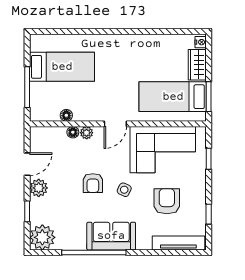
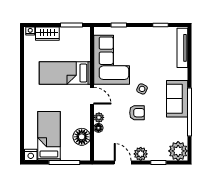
nightstand: (37, 43) -> (31, 155), added
bed: (173, 97) -> (65, 73), moved, turned 90
floor lamp: (66, 115) -> (82, 137), width x1.89, depth x1.89
armchair: (167, 201) -> (151, 57), removed

